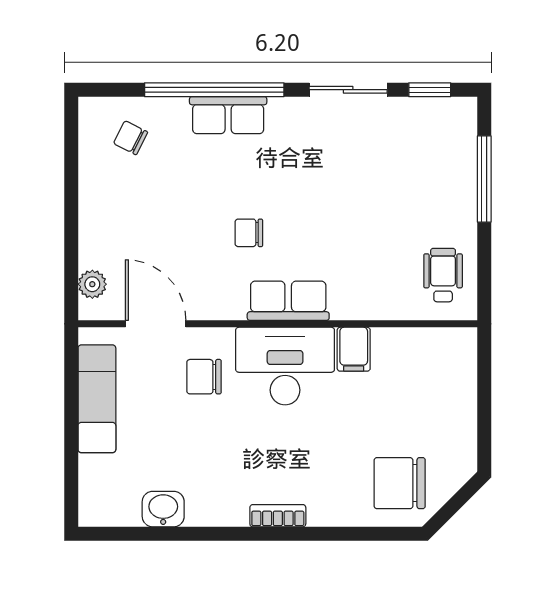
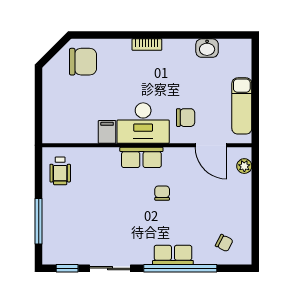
chair: (249, 233) -> (162, 193), turned -90

